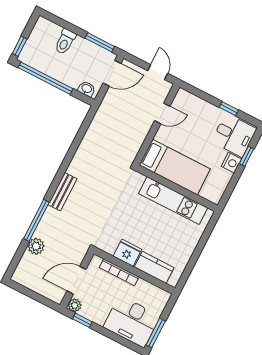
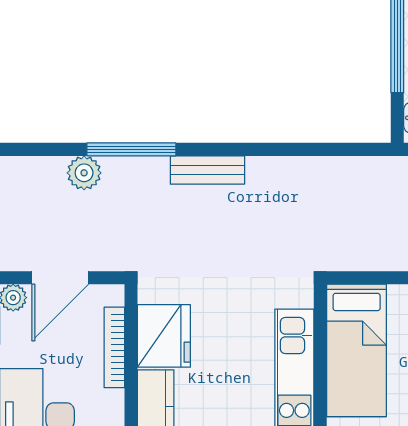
fridge: (127, 253) -> (164, 336), width x1.36, depth x1.34
door: (76, 280) -> (60, 278), swing flipped

